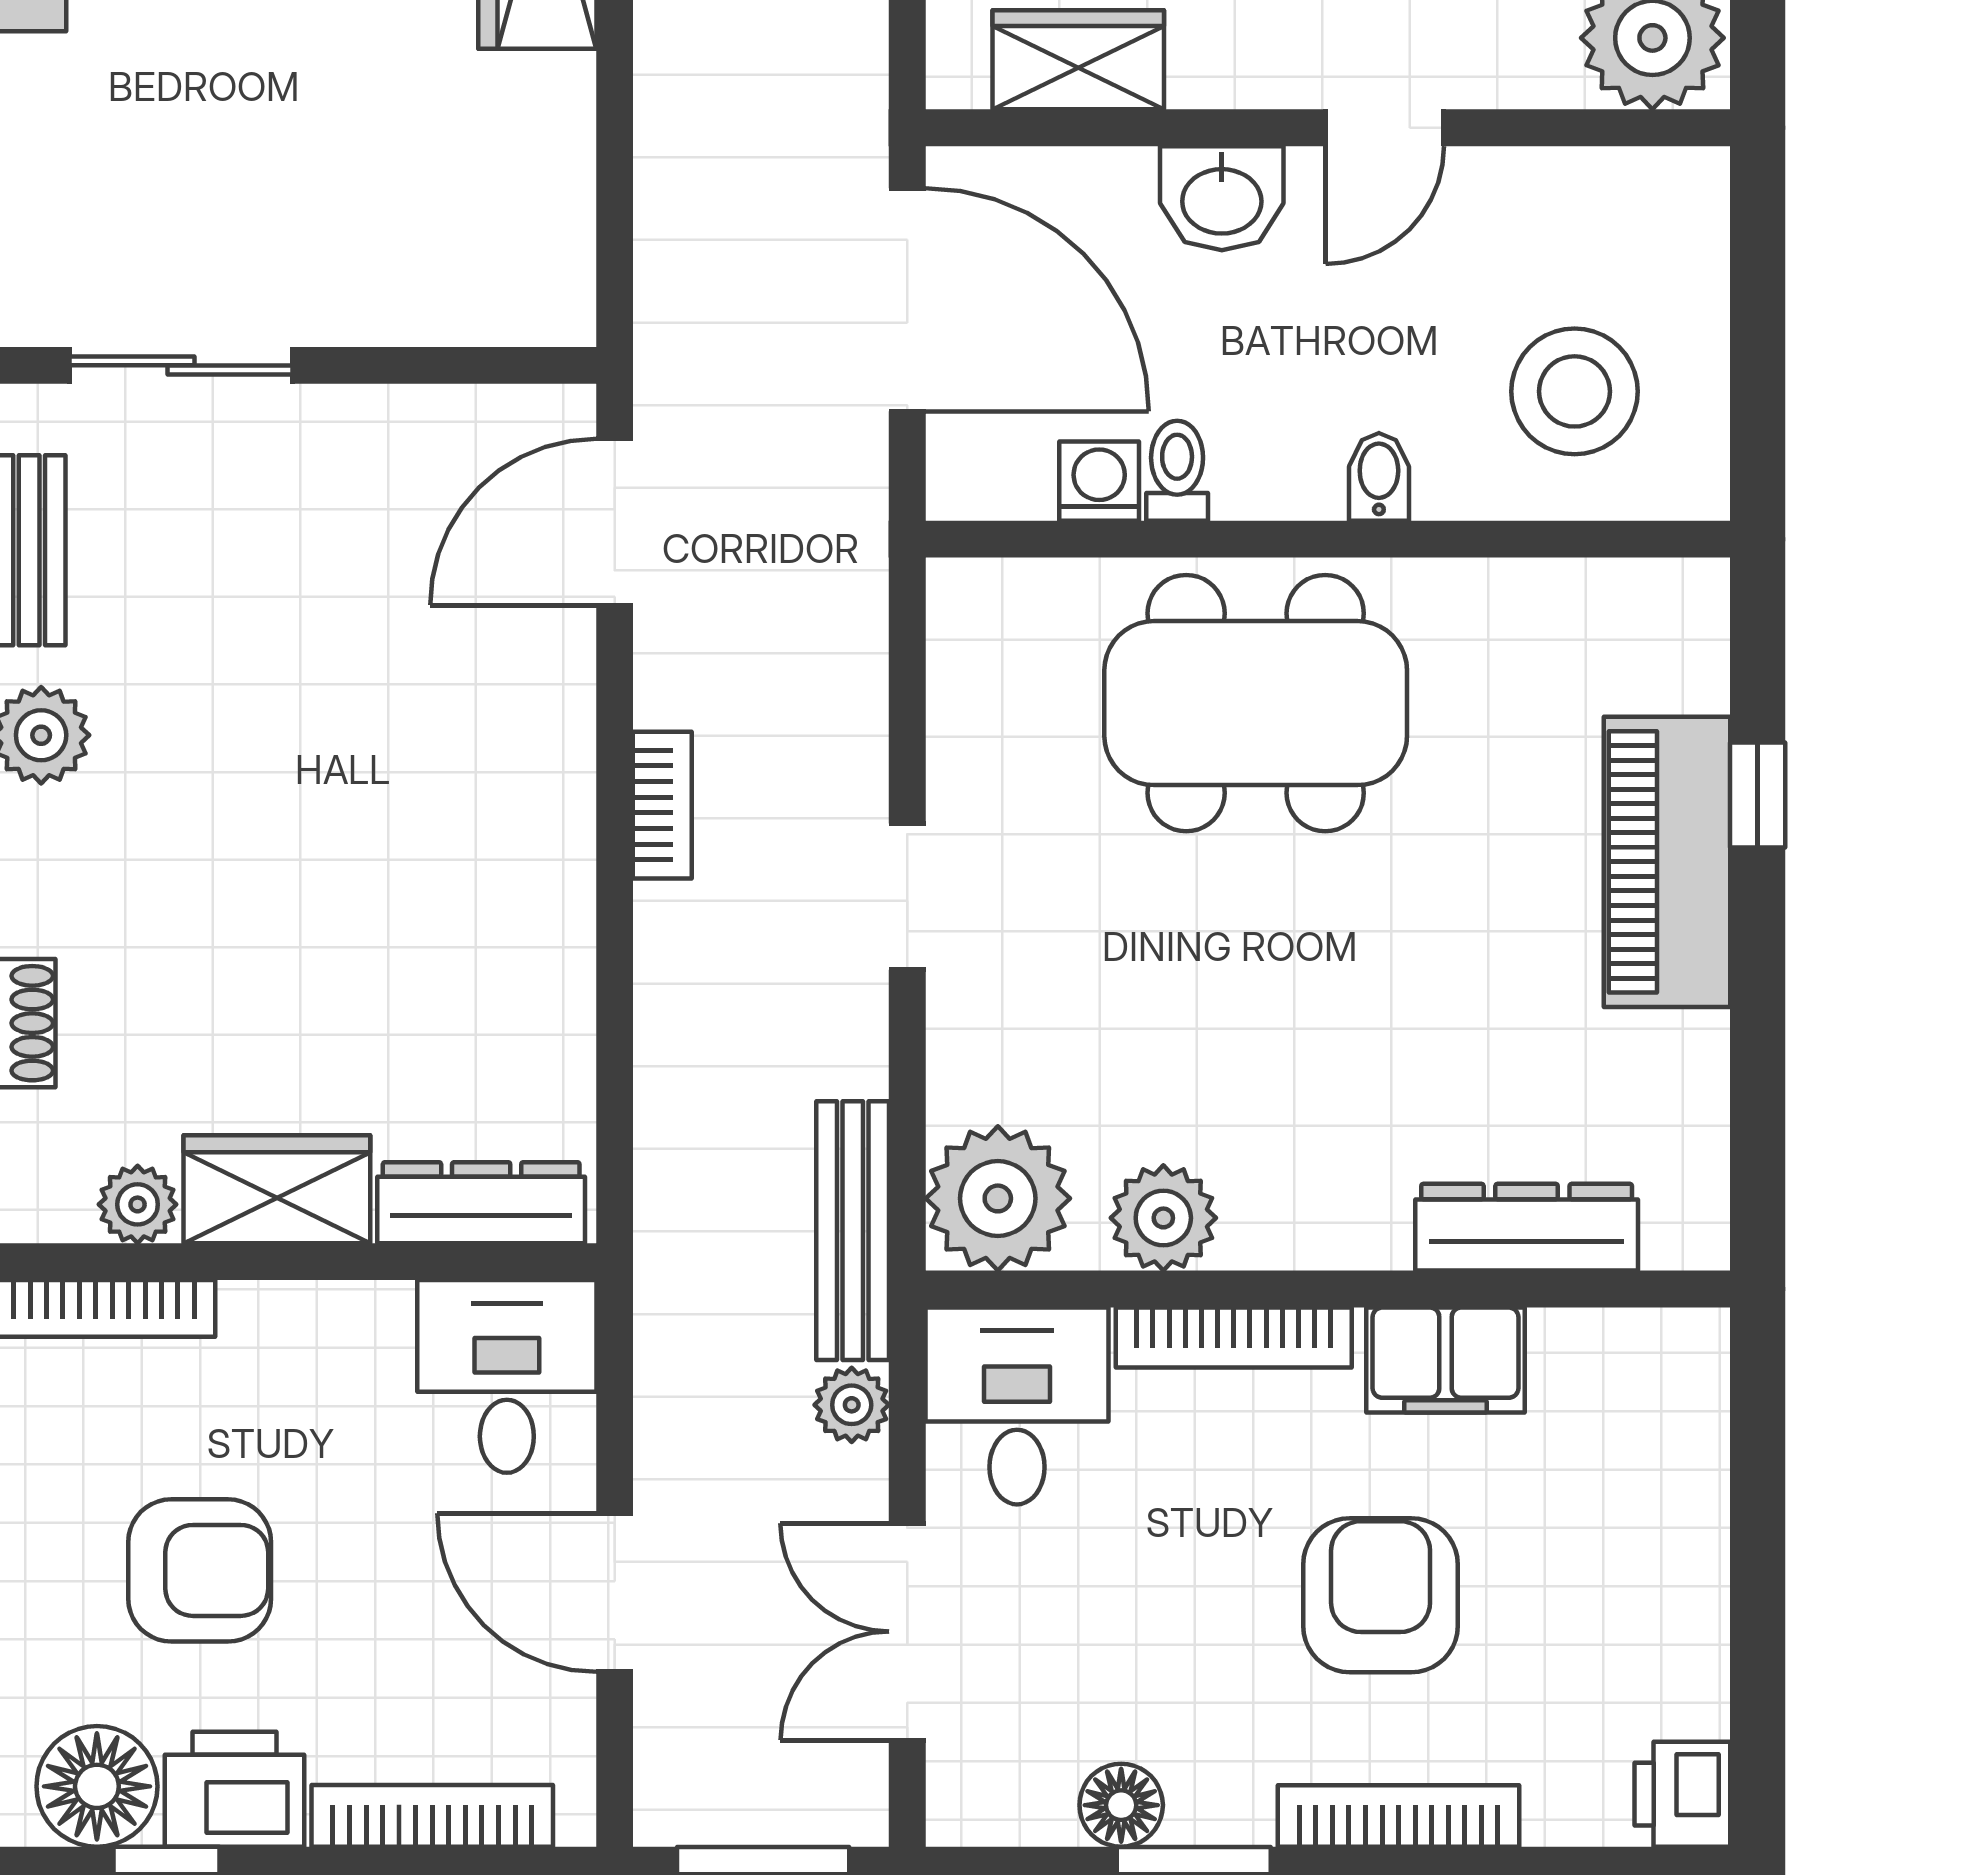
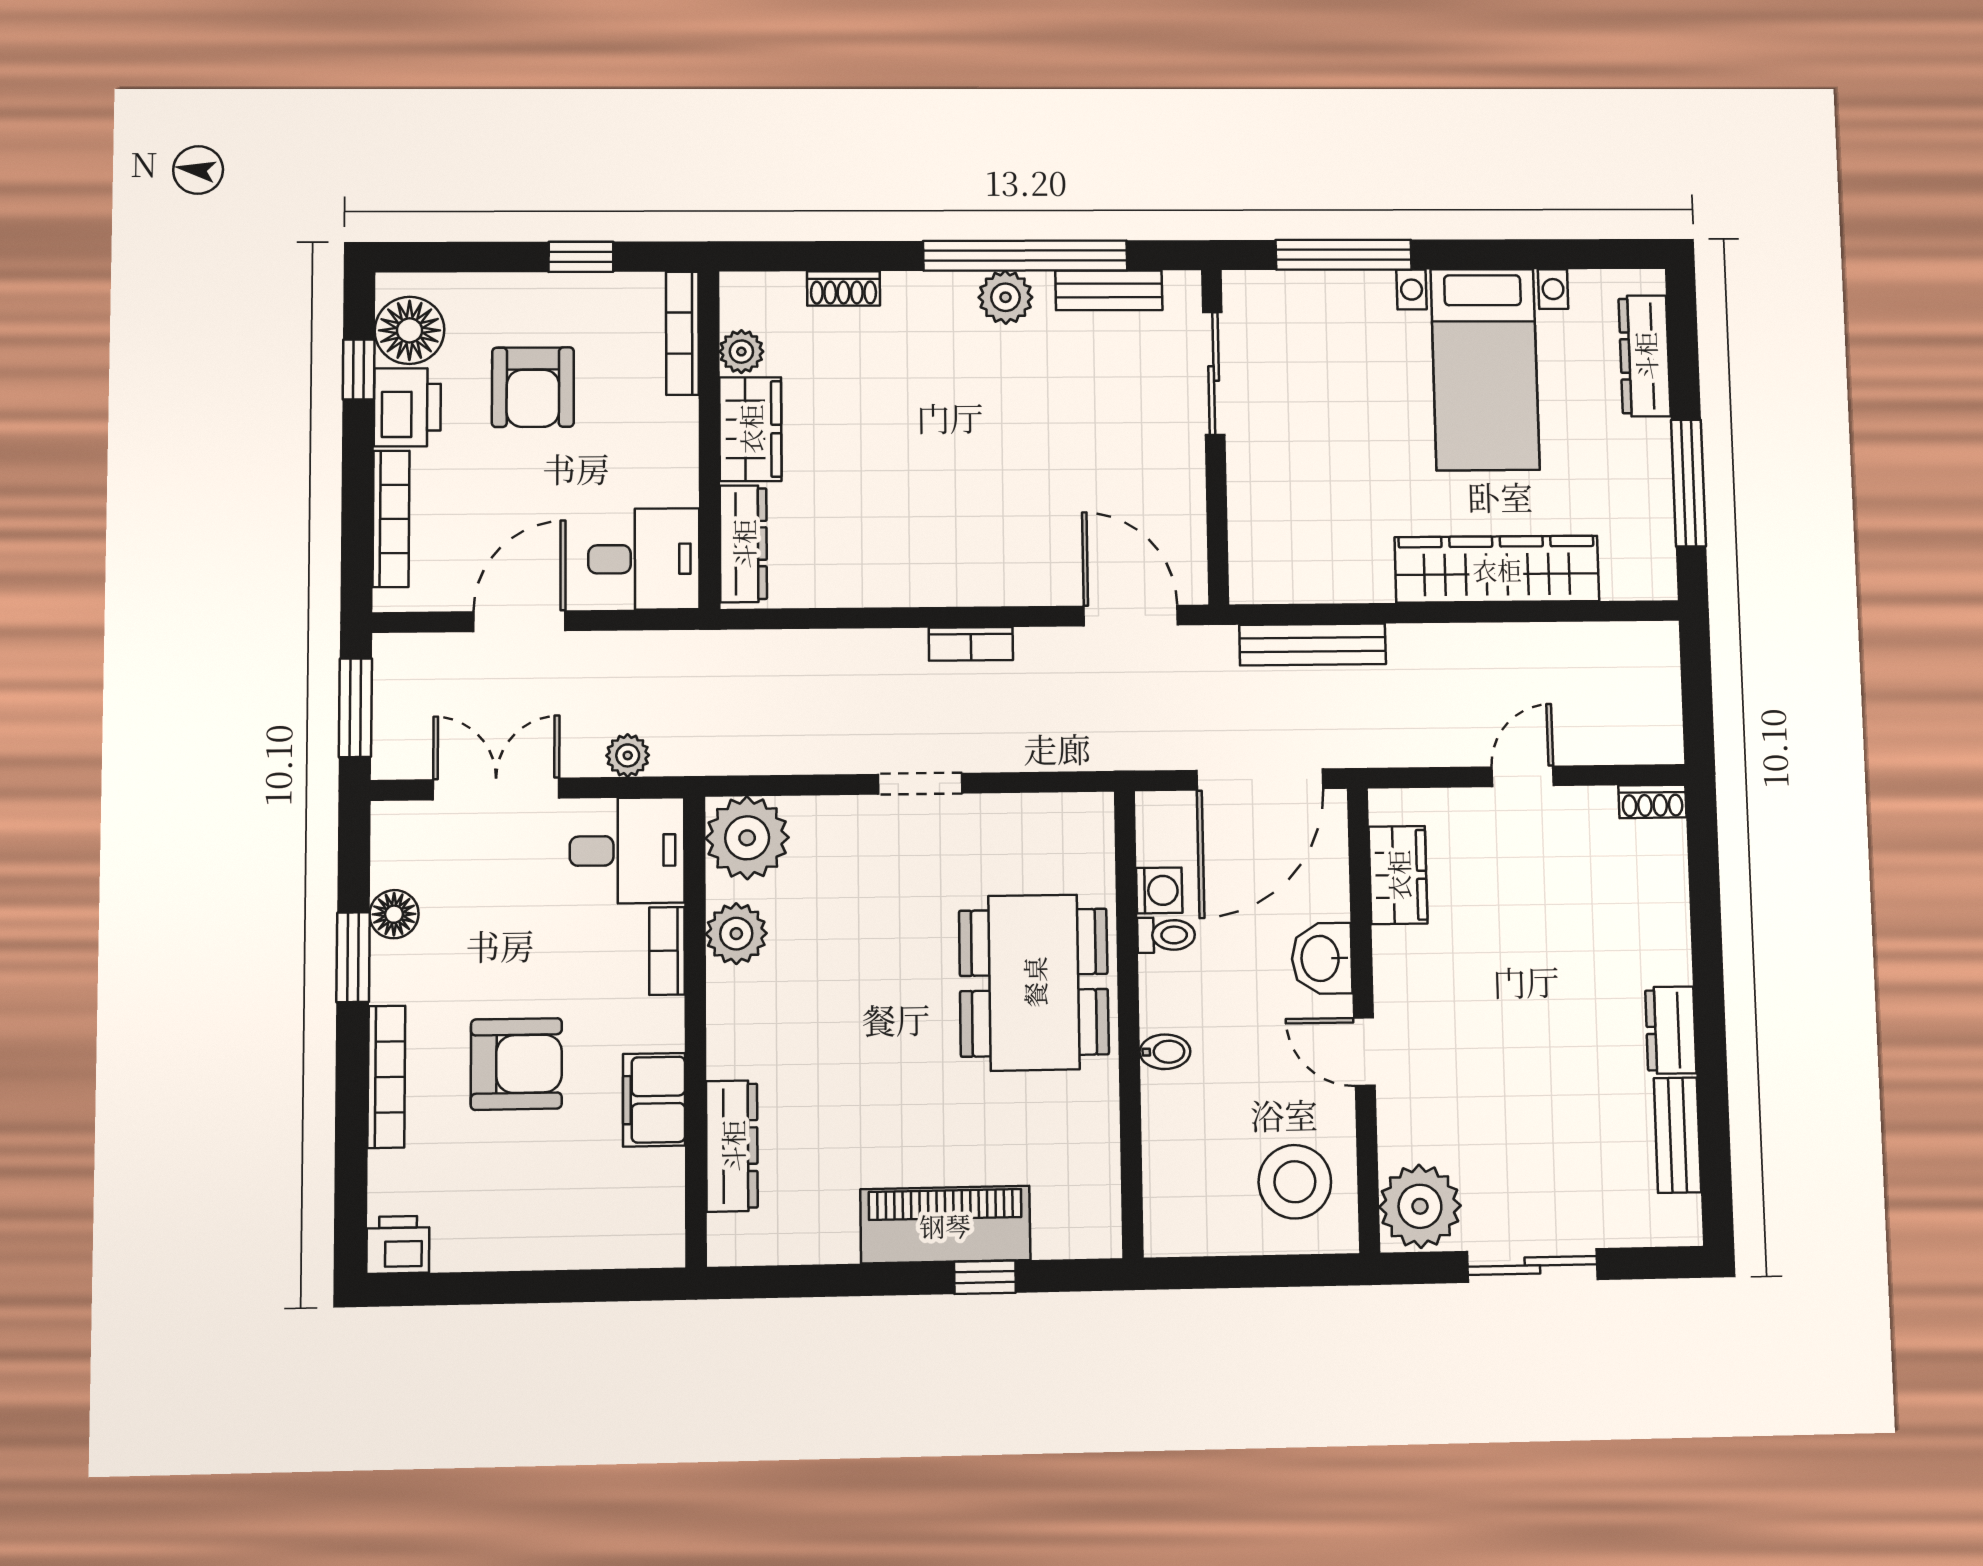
stool: (1575, 391) -> (1295, 1182), moved
bench: (853, 1231) -> (1313, 644), moved
bookcase: (1234, 1337) -> (667, 951), width x0.64

